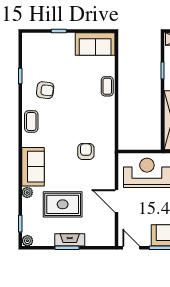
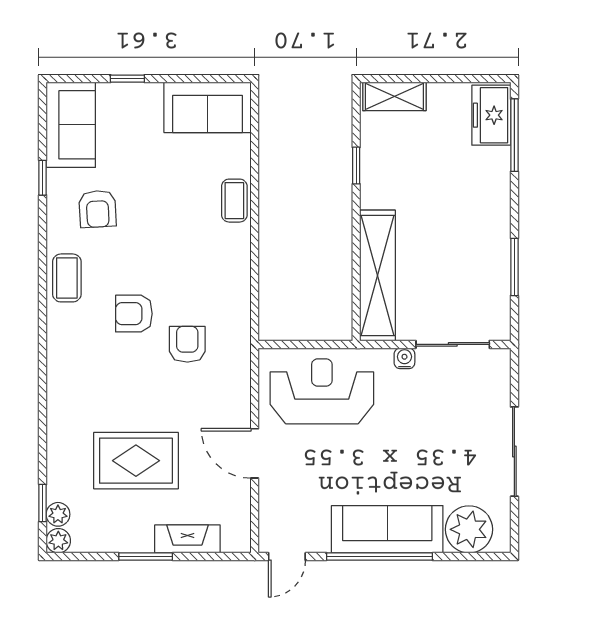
armchair: (45, 90) -> (98, 209), turned 80
armchair: (62, 138) -> (134, 314), added
sofa: (33, 167) -> (71, 125), moved
plant: (27, 192) -> (58, 514), moved
fireplace: (70, 240) -> (187, 539), moved
door: (131, 248) -> (287, 557), swing flipped

